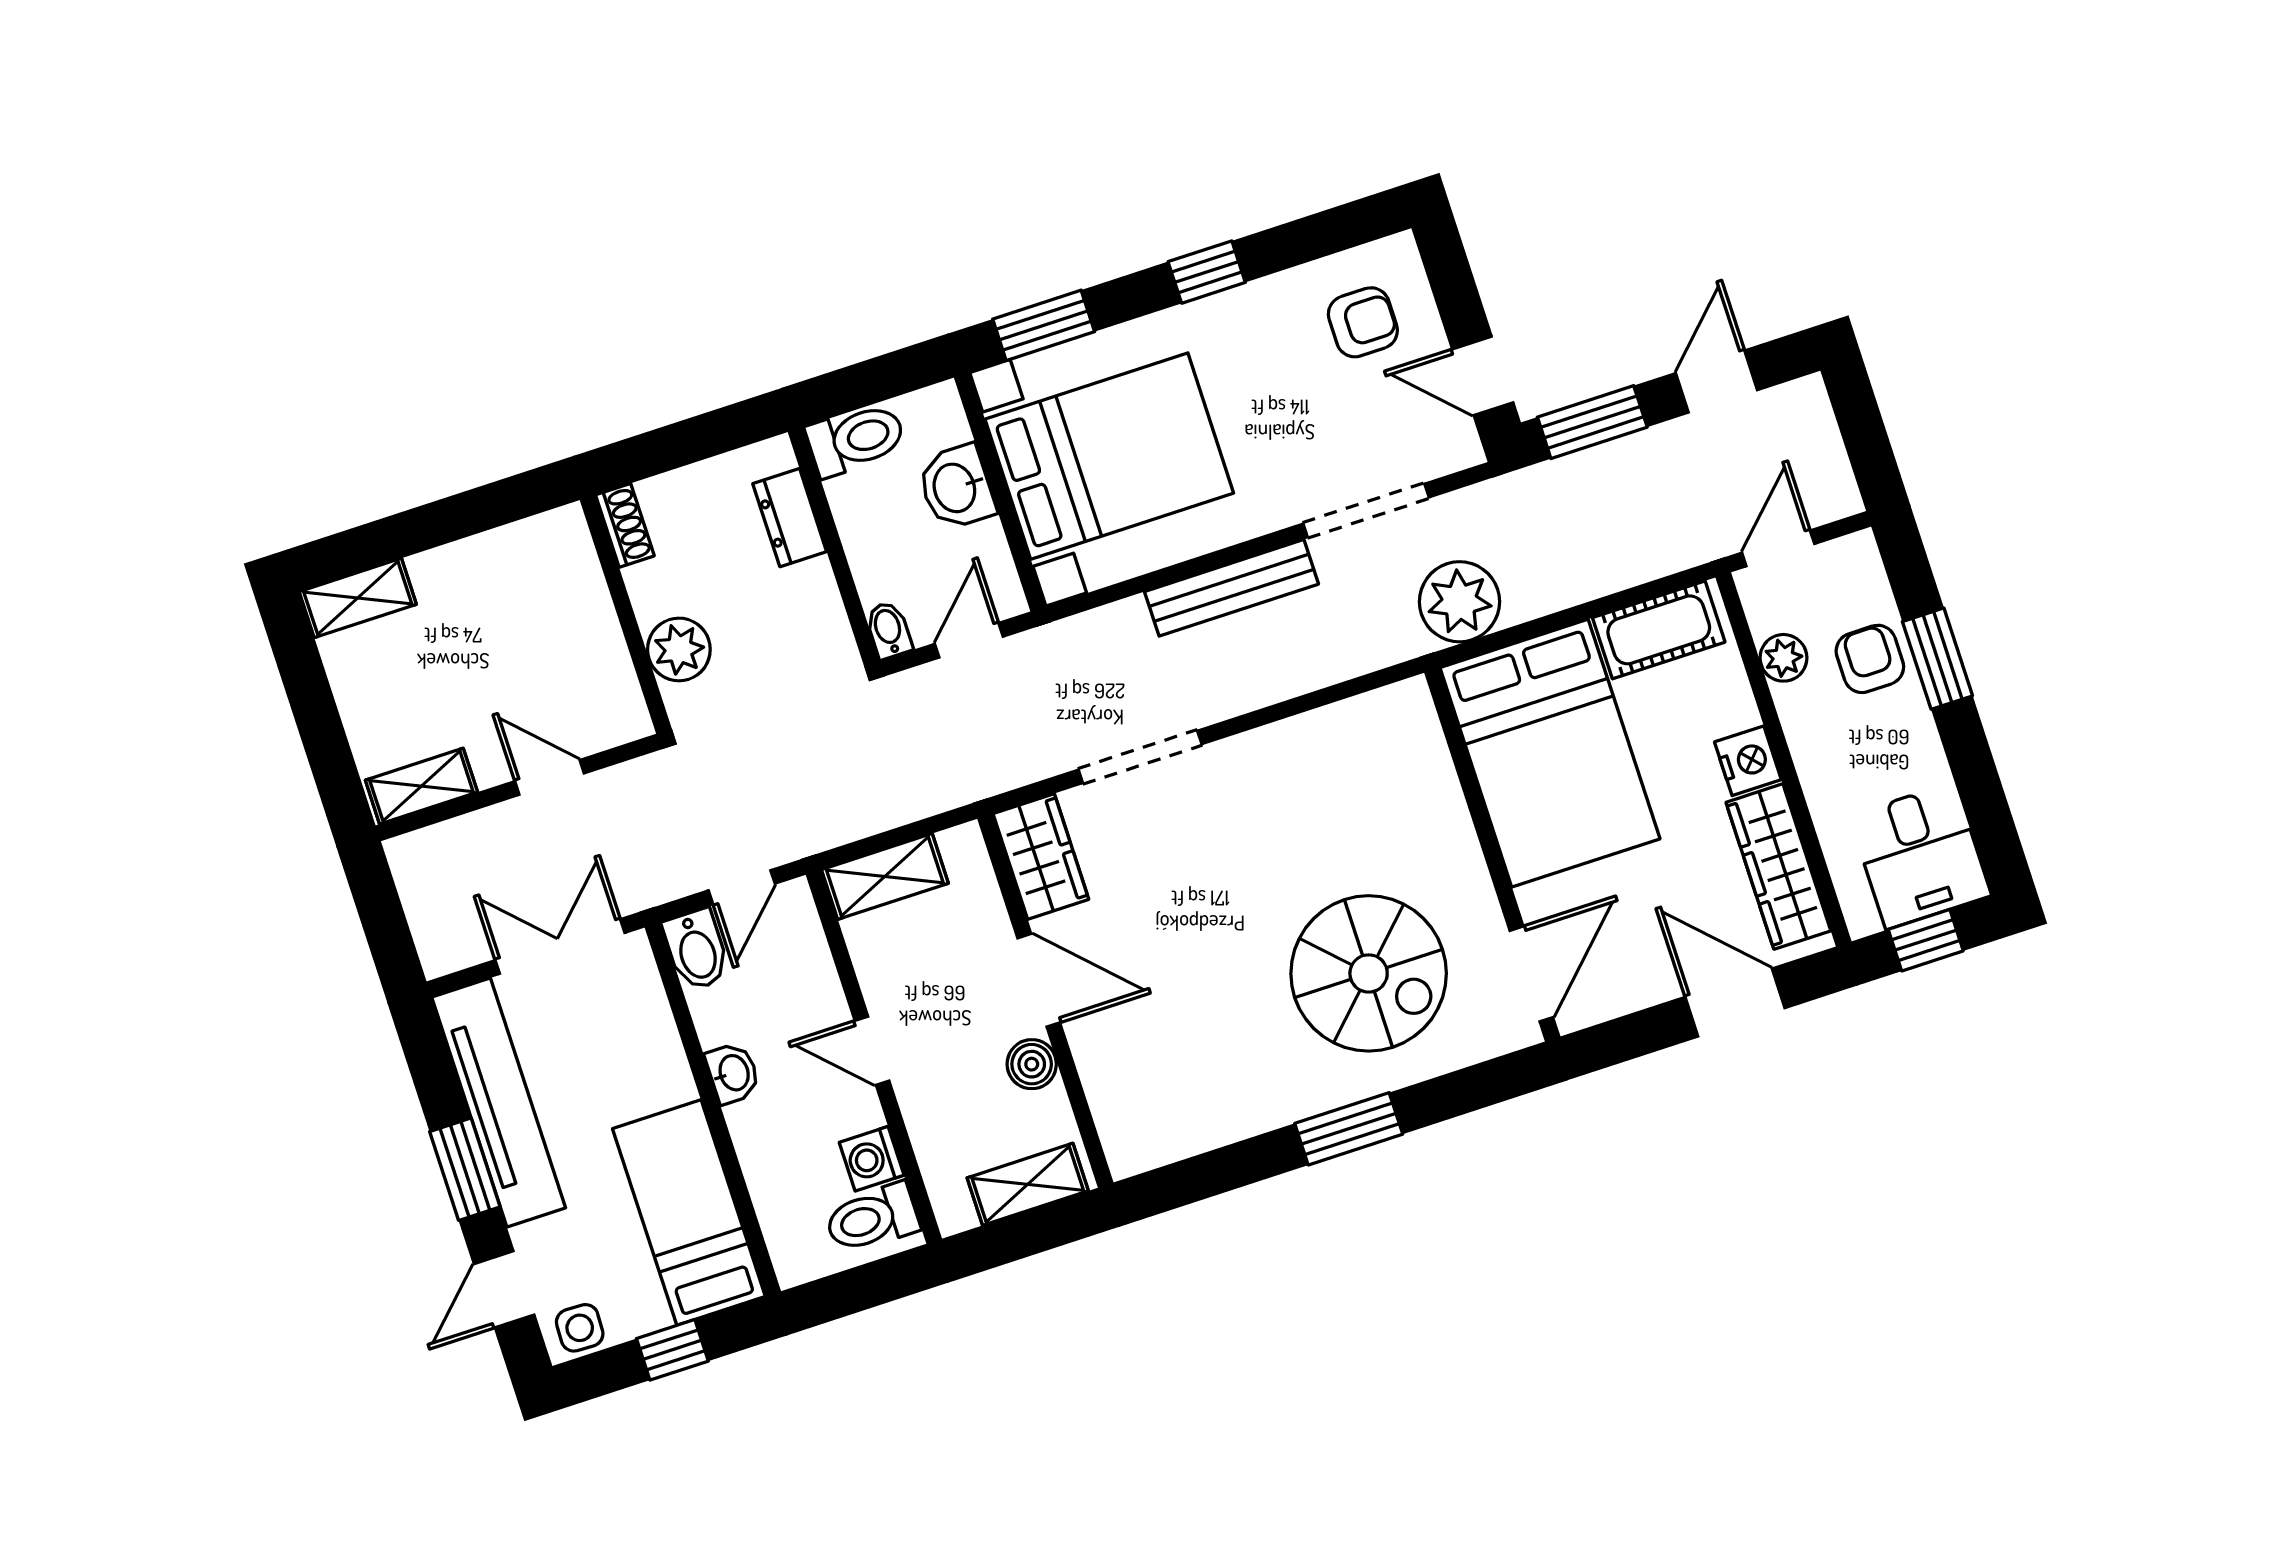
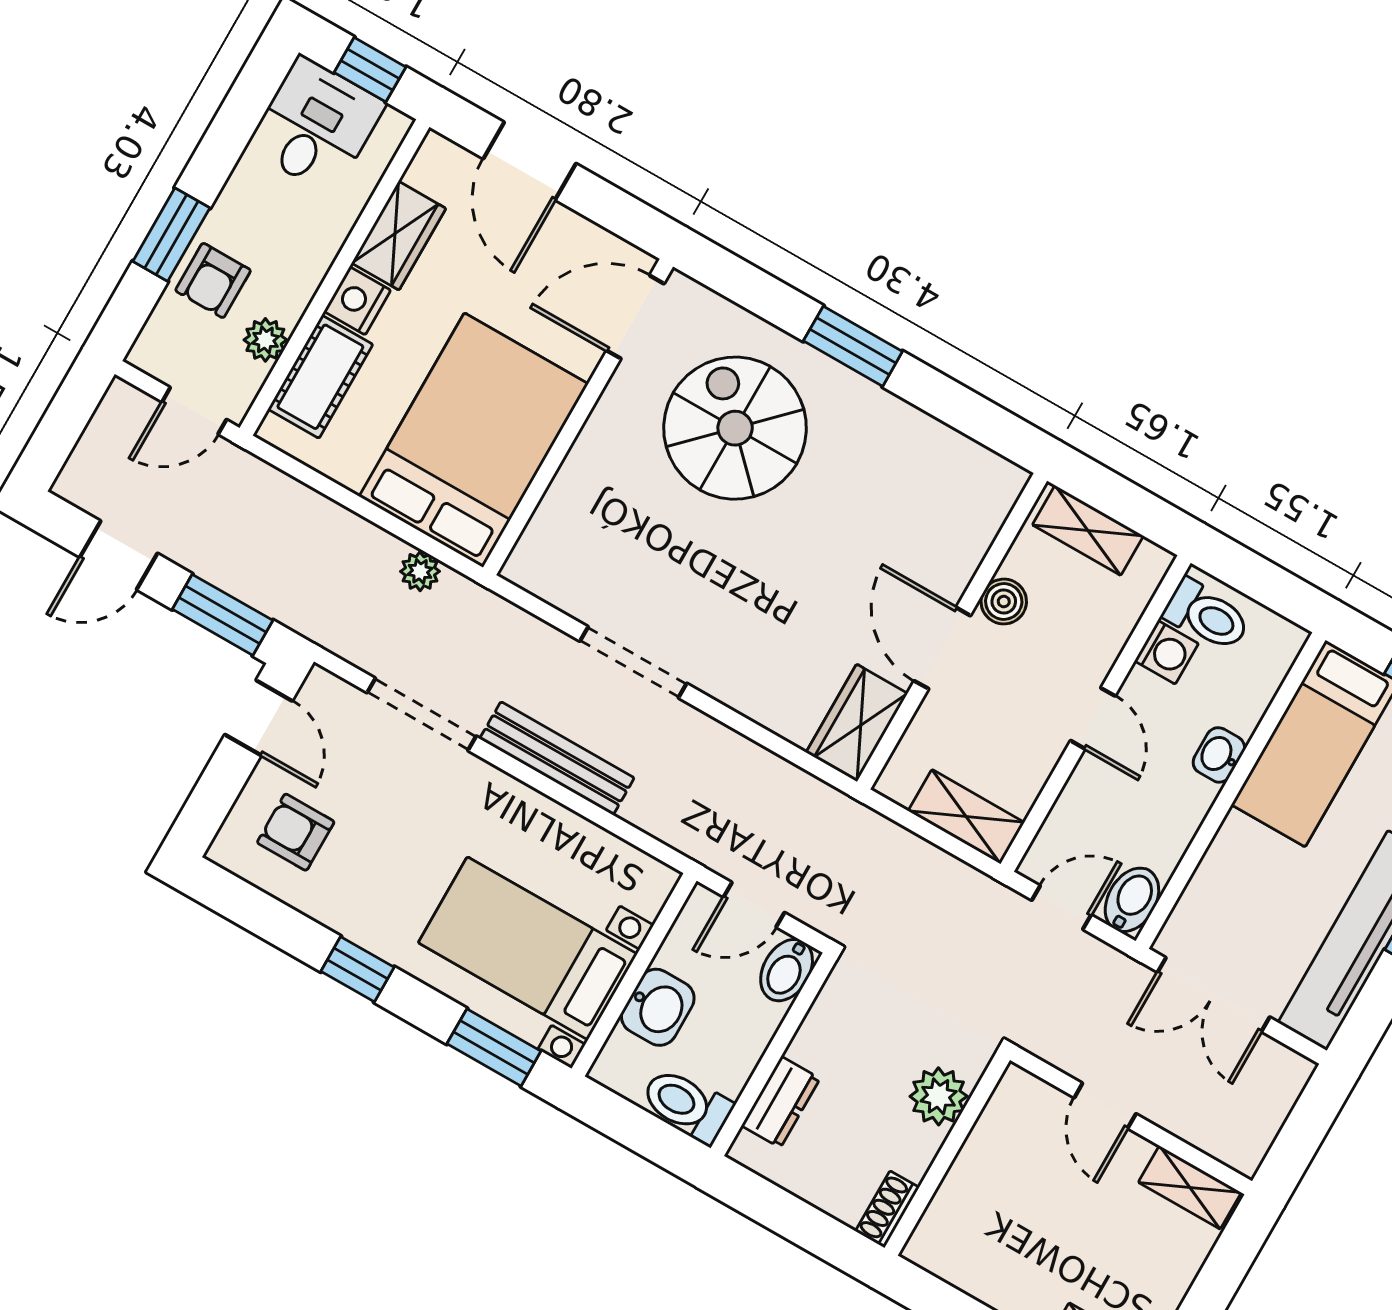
bed with nightstands: (1109, 456) -> (528, 948), width x0.73
plant: (1459, 602) -> (420, 571), width x0.53, depth x0.53
bidet: (889, 630) -> (787, 970), width x1.38, depth x1.36
cot: (1659, 630) -> (320, 377), moved, turned 90
doorway: (1140, 757) -> (633, 662), moved
wardrobe: (1778, 867) -> (399, 236), width x0.67
washbasin: (733, 1073) -> (1219, 755), moved

